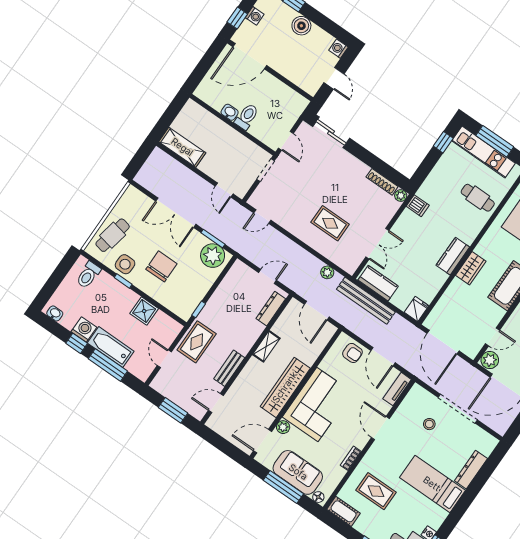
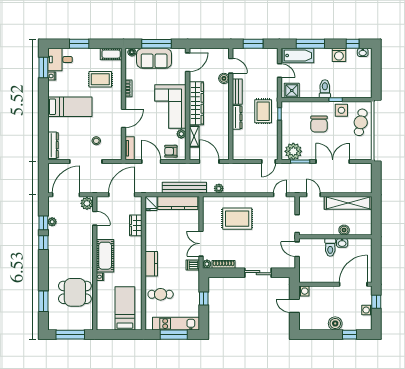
washing machine: (338, 49) -> (304, 291), moved
boiler: (217, 125) -> (344, 230), added
sliding door: (331, 132) -> (258, 273), moved
window: (443, 142) -> (204, 298), moved
shelving: (182, 147) -> (348, 203), width x1.47
rug: (330, 223) -> (237, 219), width x1.36, depth x1.43
double door: (377, 244) -> (201, 244), moved
kitchen counter: (453, 256) -> (151, 264), moved
wardrobe: (471, 268) -> (136, 225), moved
toilet: (88, 275) -> (325, 89), moved
door: (267, 276) -> (269, 162), moved
kitchen counter: (378, 283) -> (178, 203), width x1.50
dresser: (271, 309) -> (237, 117), moved
shower: (144, 311) -> (292, 91), moved
door: (492, 337) -> (95, 218), swing flipped
rug: (197, 342) -> (263, 111), moved
door: (443, 342) -> (122, 195), hinge flipped
window: (77, 343) -> (353, 44), moved
shelving: (266, 346) -> (194, 136), moved
bathtub: (111, 347) -> (298, 56), moved
boiler: (234, 394) -> (224, 78), added
door: (216, 403) -> (231, 66), hinge flipped
plant: (283, 427) -> (181, 134), moved
door: (380, 428) -> (124, 118), hinge flipped
dresser: (471, 470) -> (53, 145), moved

